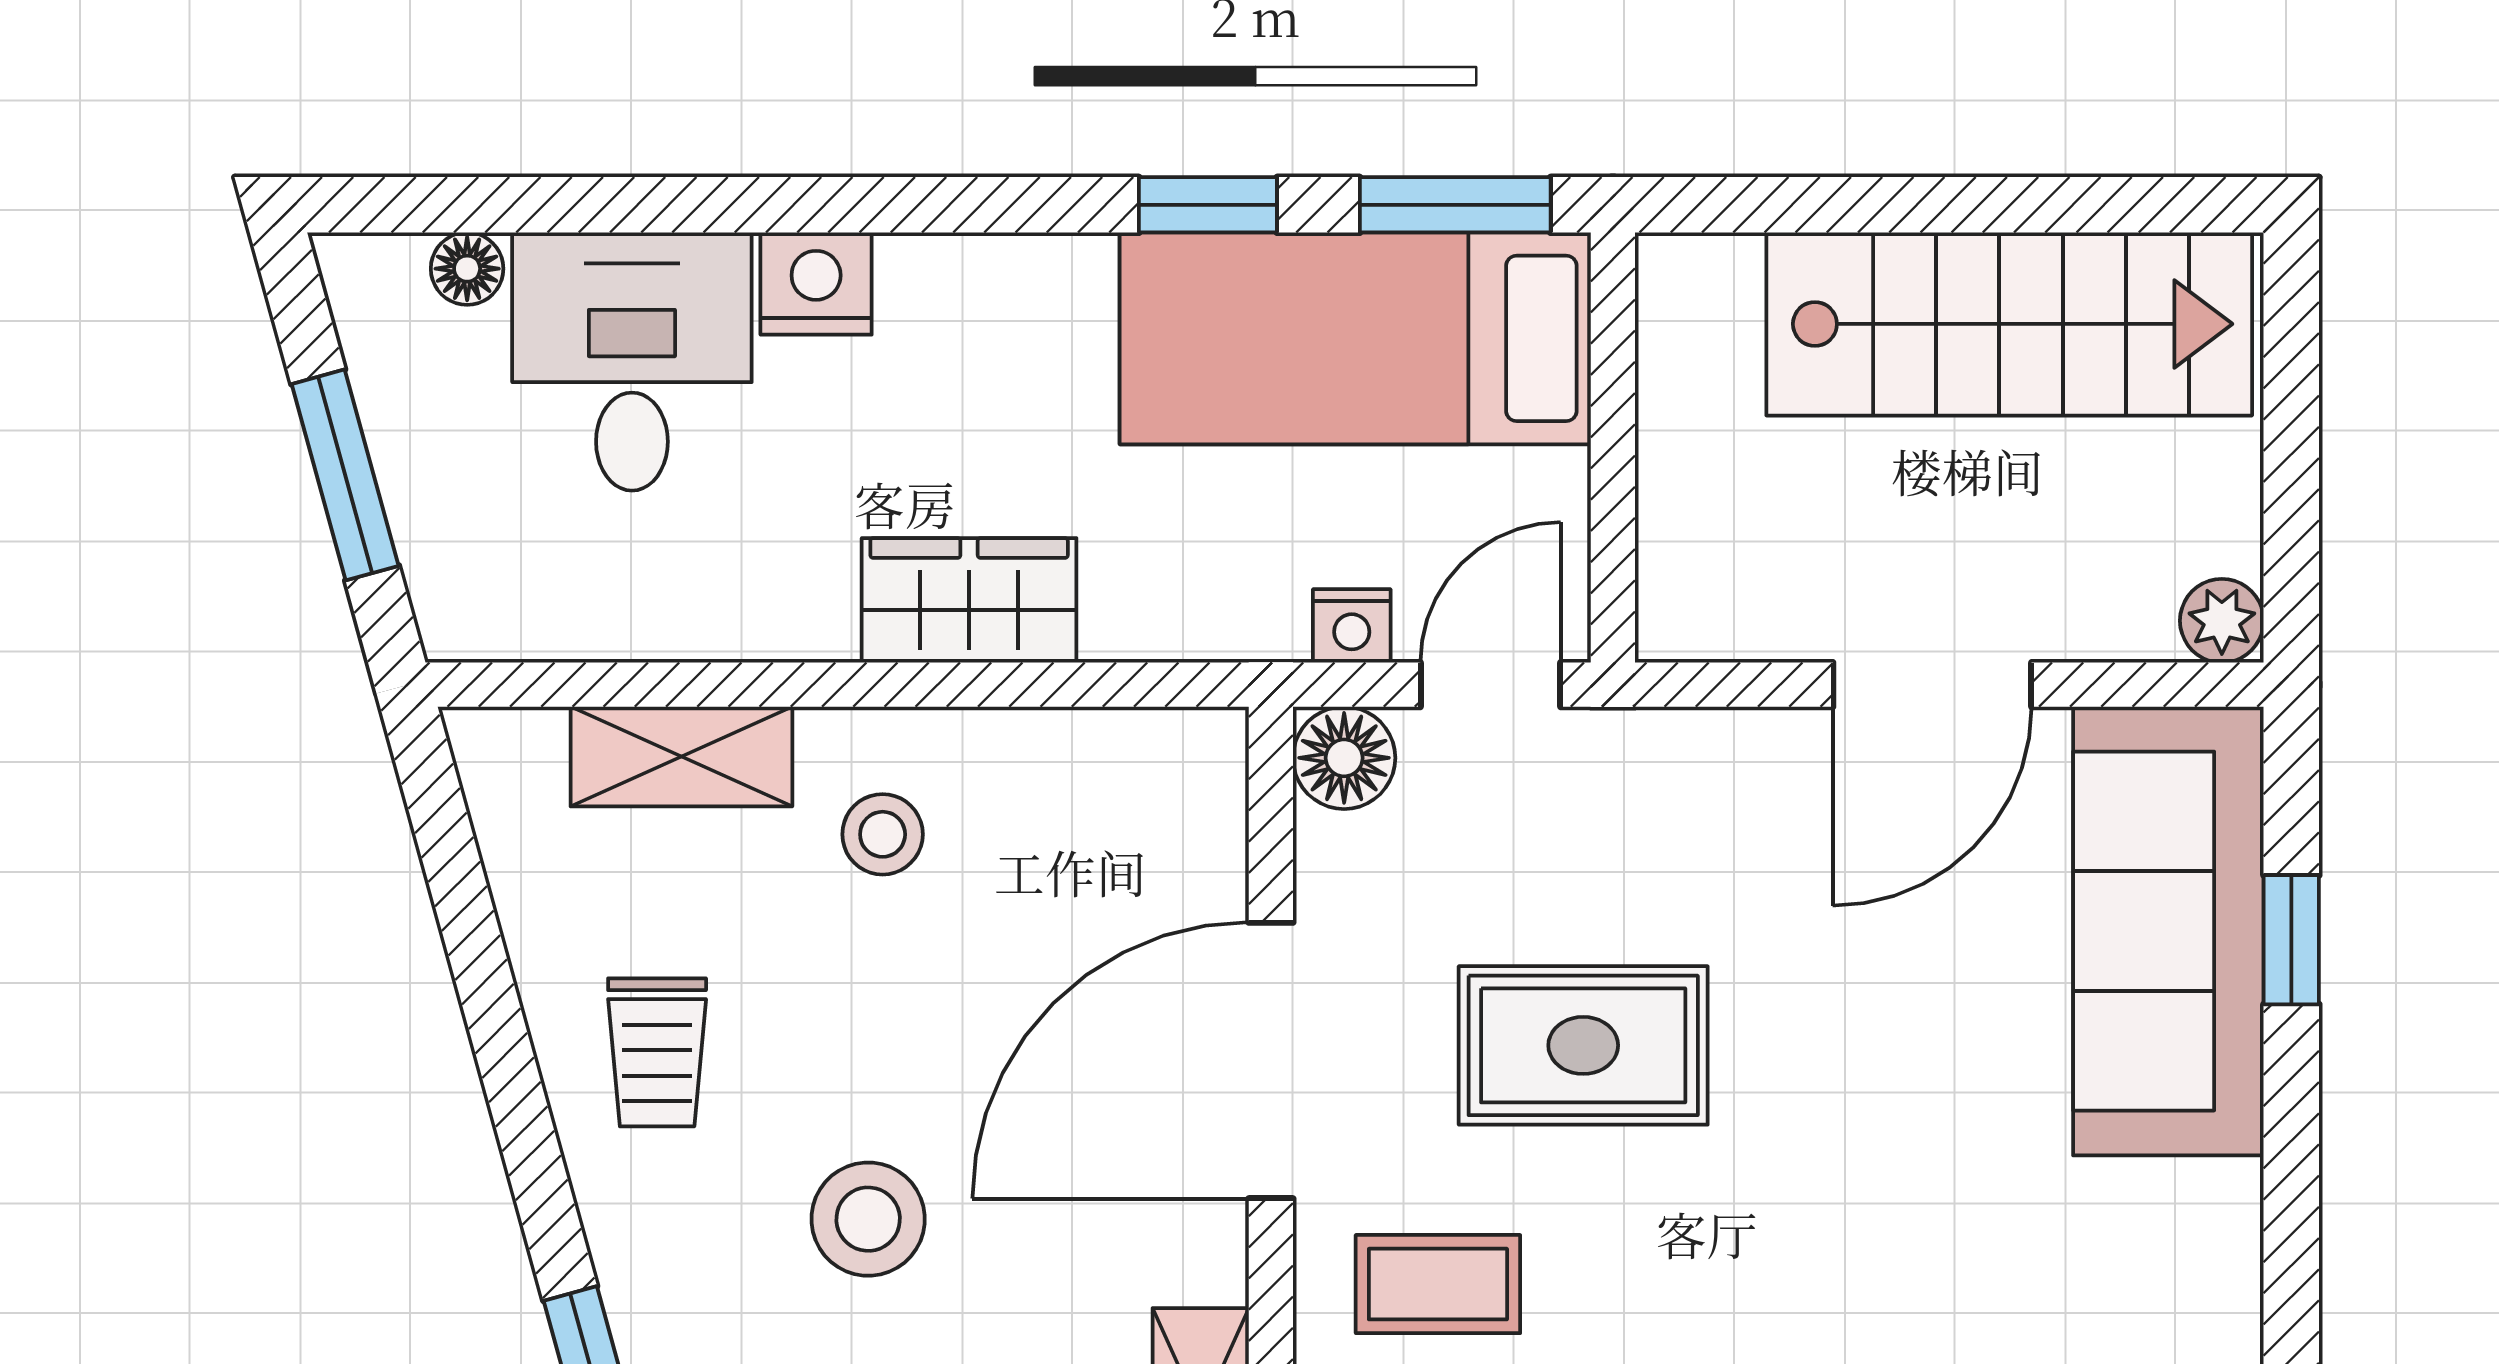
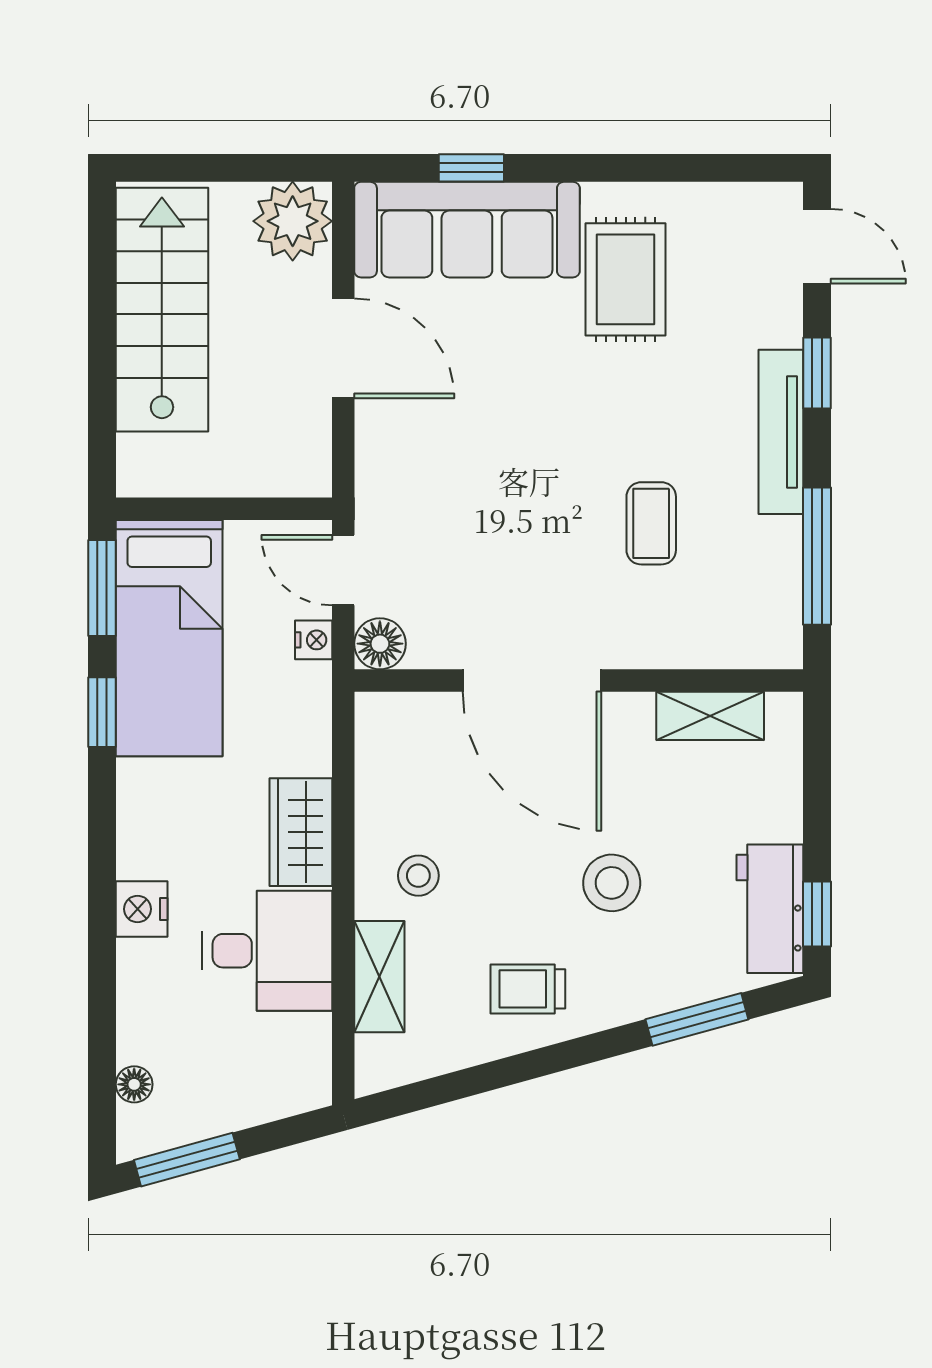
desk: (632, 362) -> (267, 951), moved, turned 180
window: (345, 475) -> (187, 1160), moved
plant: (2222, 621) -> (293, 221), width x1.88, depth x1.88
rug: (1583, 1045) -> (626, 279), moved
trolley: (657, 1052) -> (528, 989), turned 180
coffee table: (1438, 1284) -> (651, 523), moved

